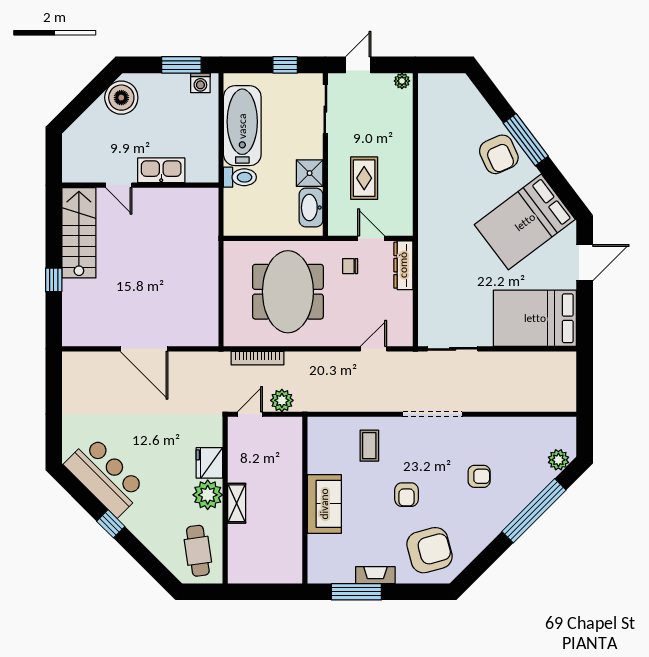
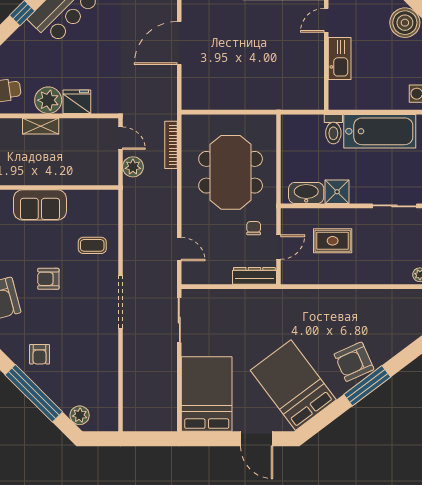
meeting table: (288, 292) -> (231, 172), turned 90
armchair: (479, 476) -> (40, 354), moved

